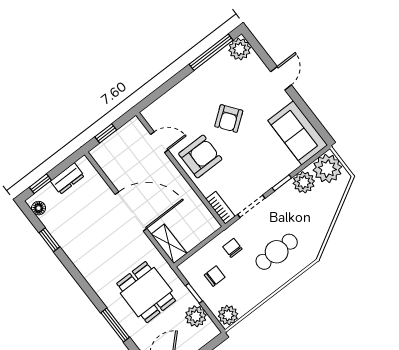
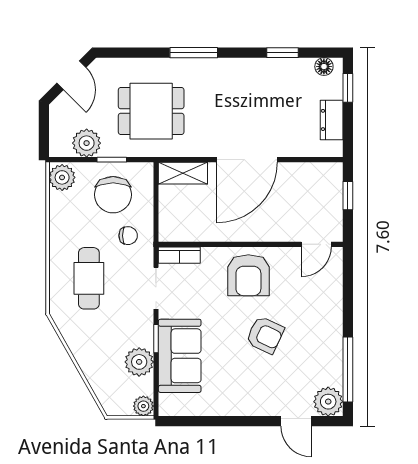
door: (281, 78) -> (296, 421), moved
armchair: (229, 119) -> (265, 335), turned 152
sofa: (298, 133) -> (180, 356), moved, turned 90
door: (159, 142) -> (316, 244), moved
plant: (327, 169) -> (143, 406), width x0.53, depth x0.53
chair: (215, 276) -> (113, 195), width x1.87, depth x1.87
window: (115, 325) -> (194, 53), moved

